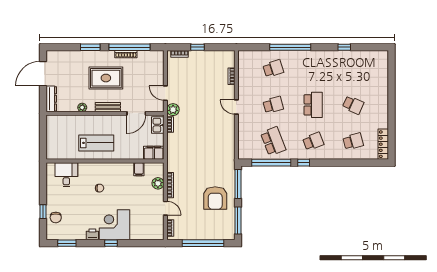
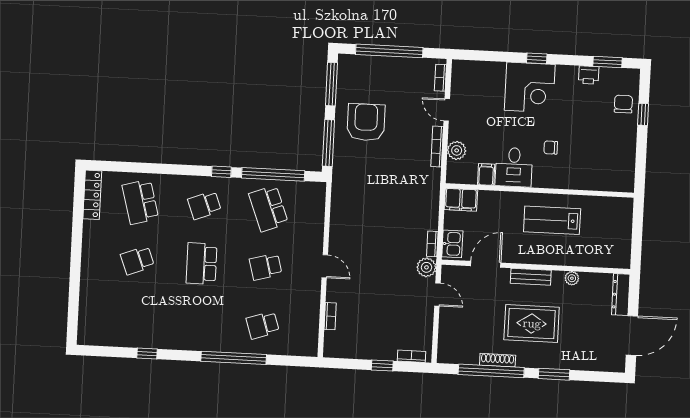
school desk: (353, 105) -> (137, 260), turned -45
school desk: (353, 141) -> (140, 202), width x1.85
desk: (66, 175) -> (514, 167), moved
printer: (92, 234) -> (589, 75), moved

